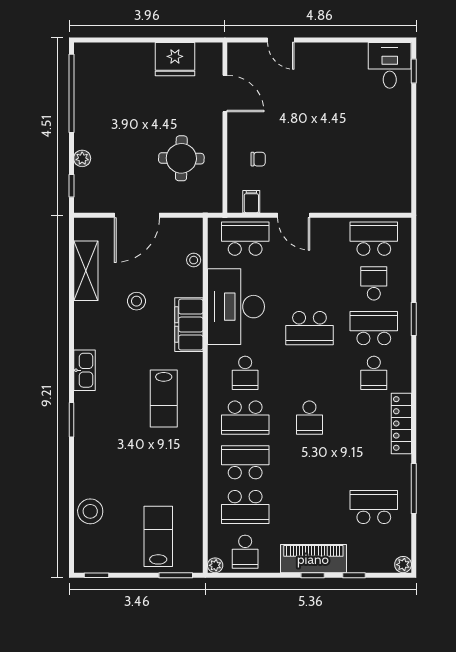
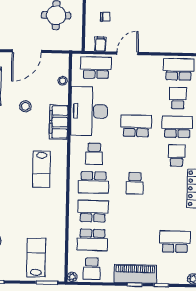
door: (294, 215) -> (127, 53), swing flipped
school desk: (309, 328) -> (136, 126), turned 180
school desk: (374, 373) -> (177, 156), turned 180

